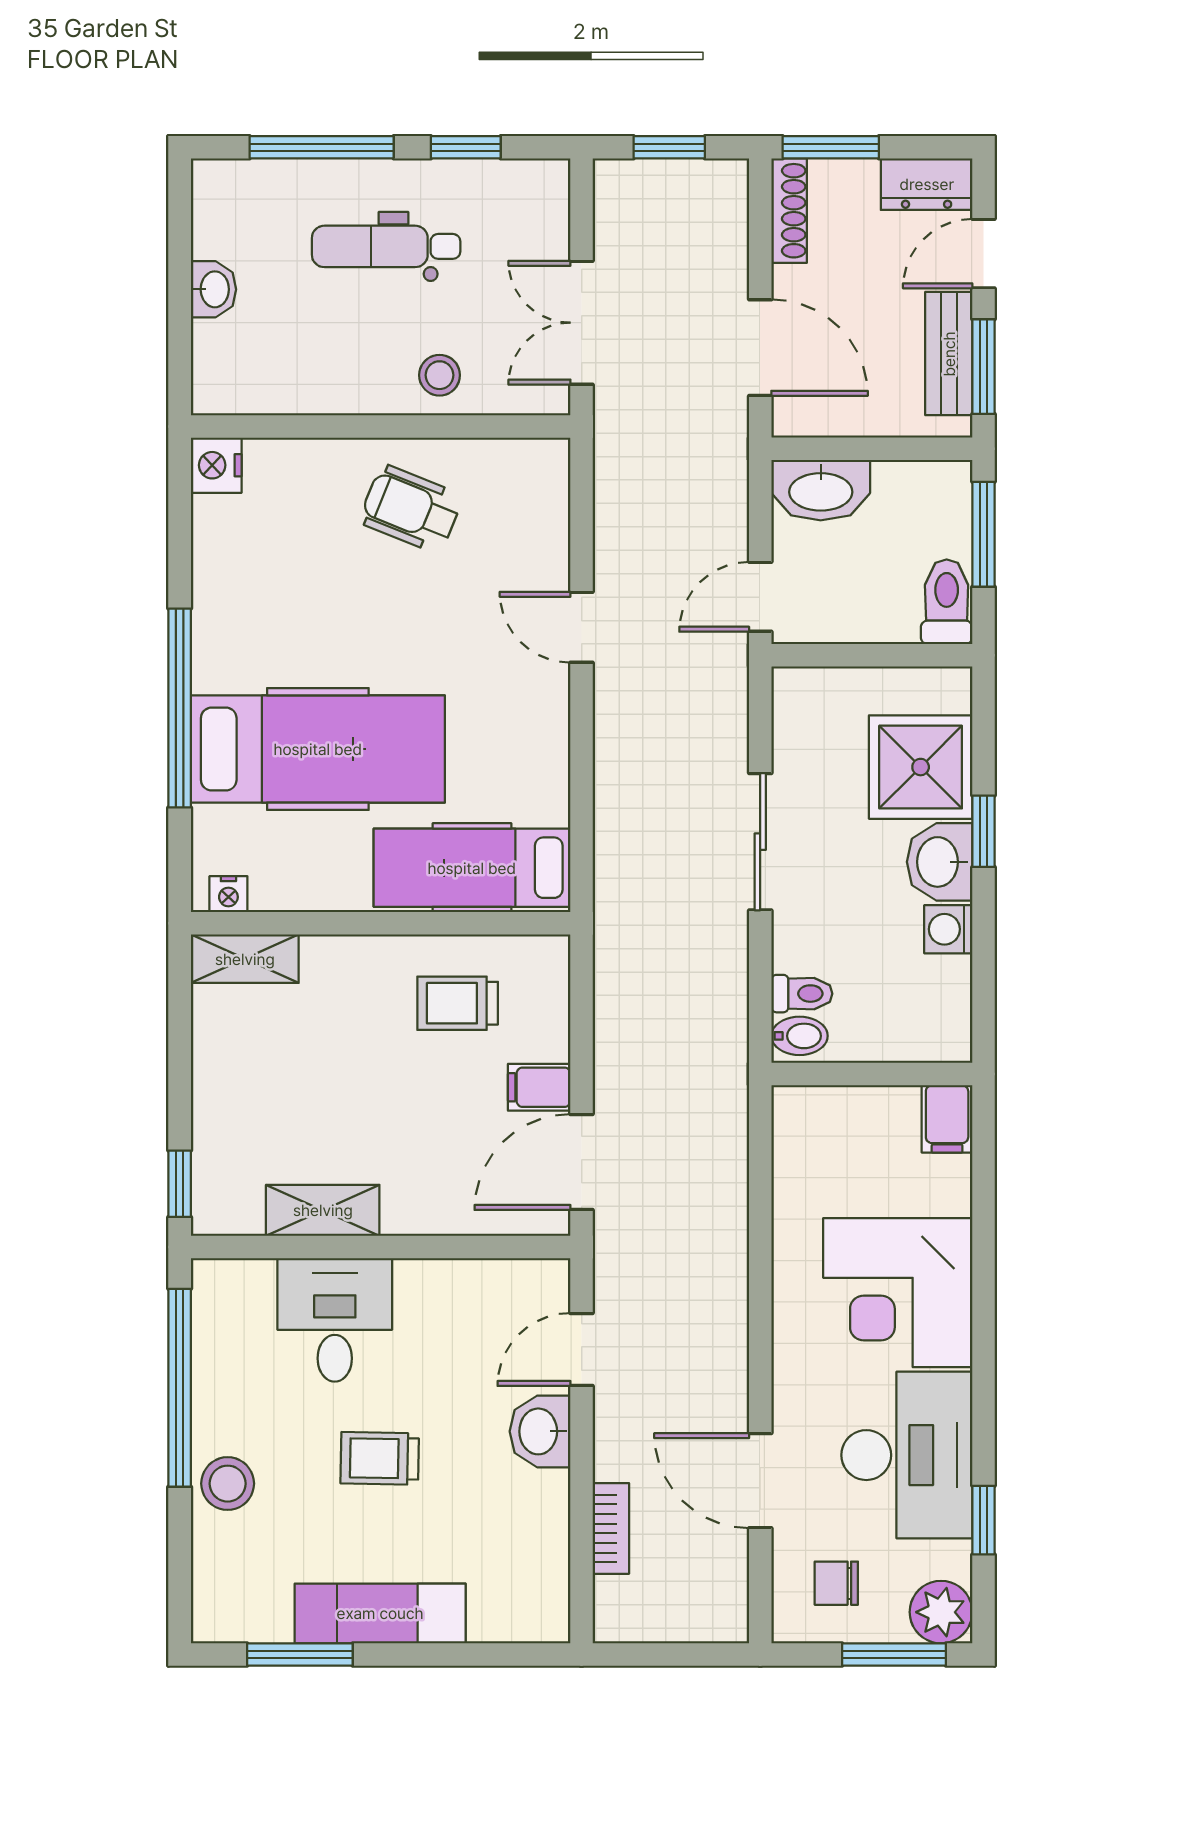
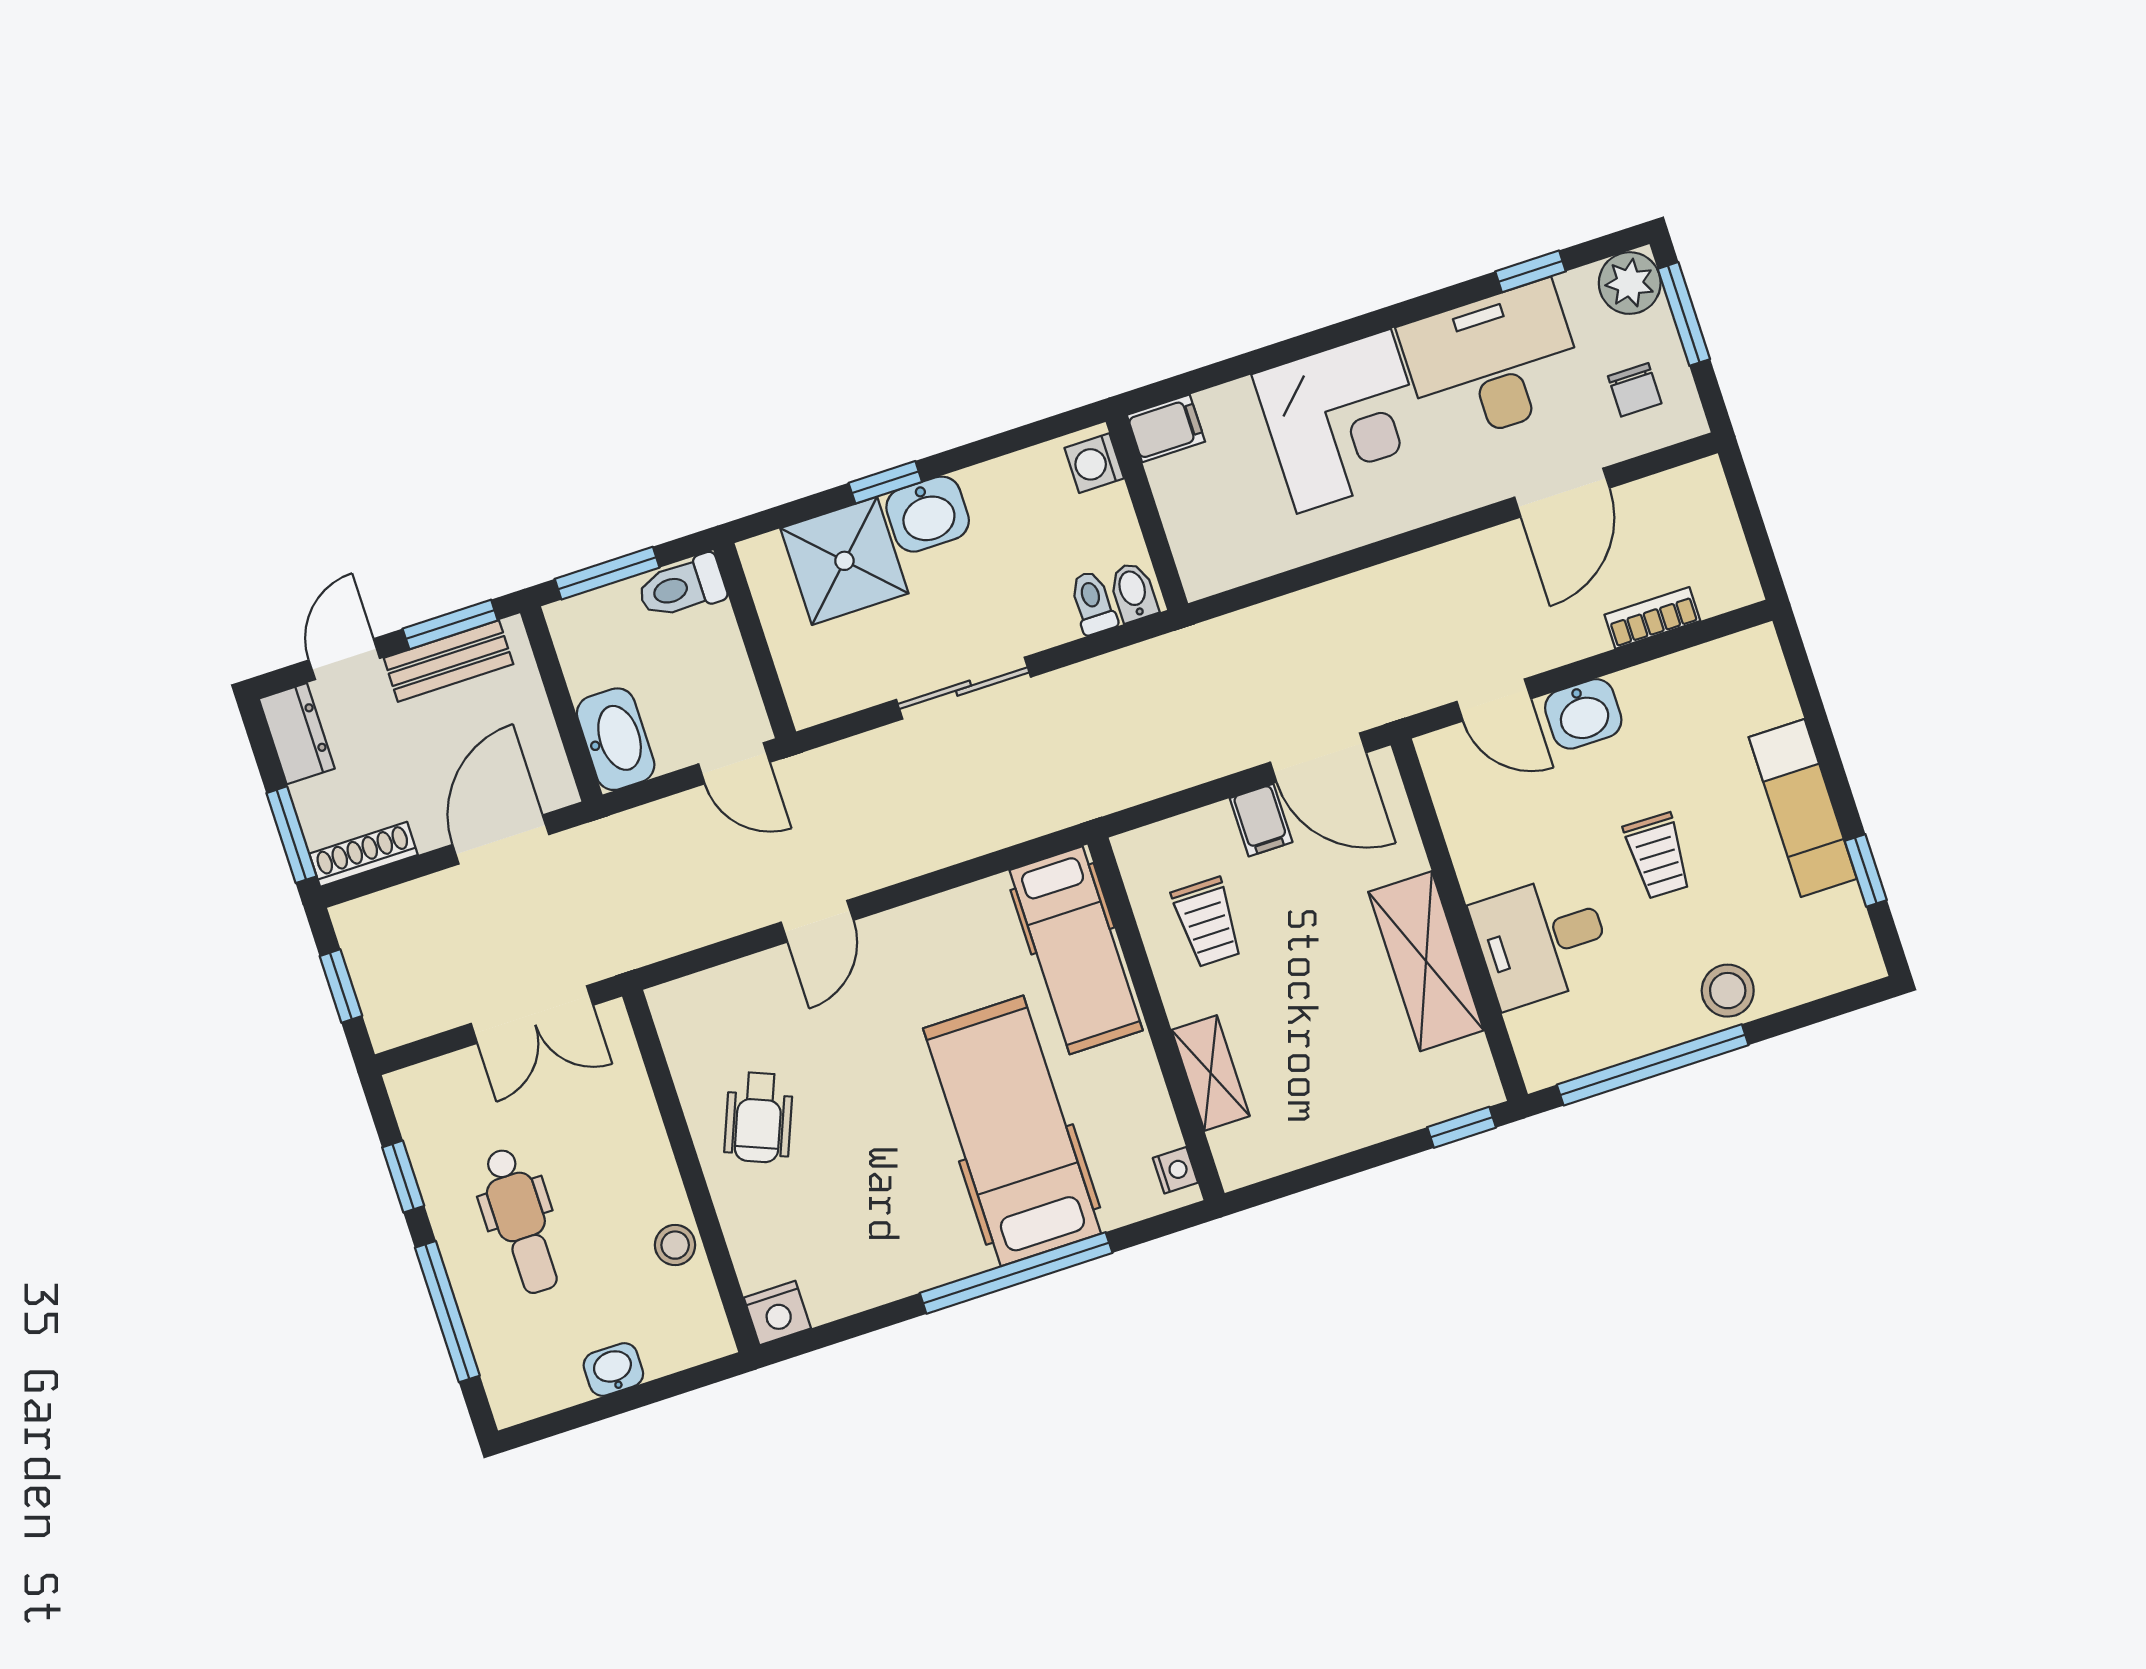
door: (983, 254) -> (344, 659), swing flipped
stool: (440, 375) -> (675, 1245), moved
washing machine: (948, 929) -> (1094, 463), moved, turned 90
shelving: (245, 959) -> (1211, 1073), moved
shelving: (323, 1210) -> (1426, 961), width x1.50, depth x1.33
window: (300, 1655) -> (1866, 870), width x0.67

